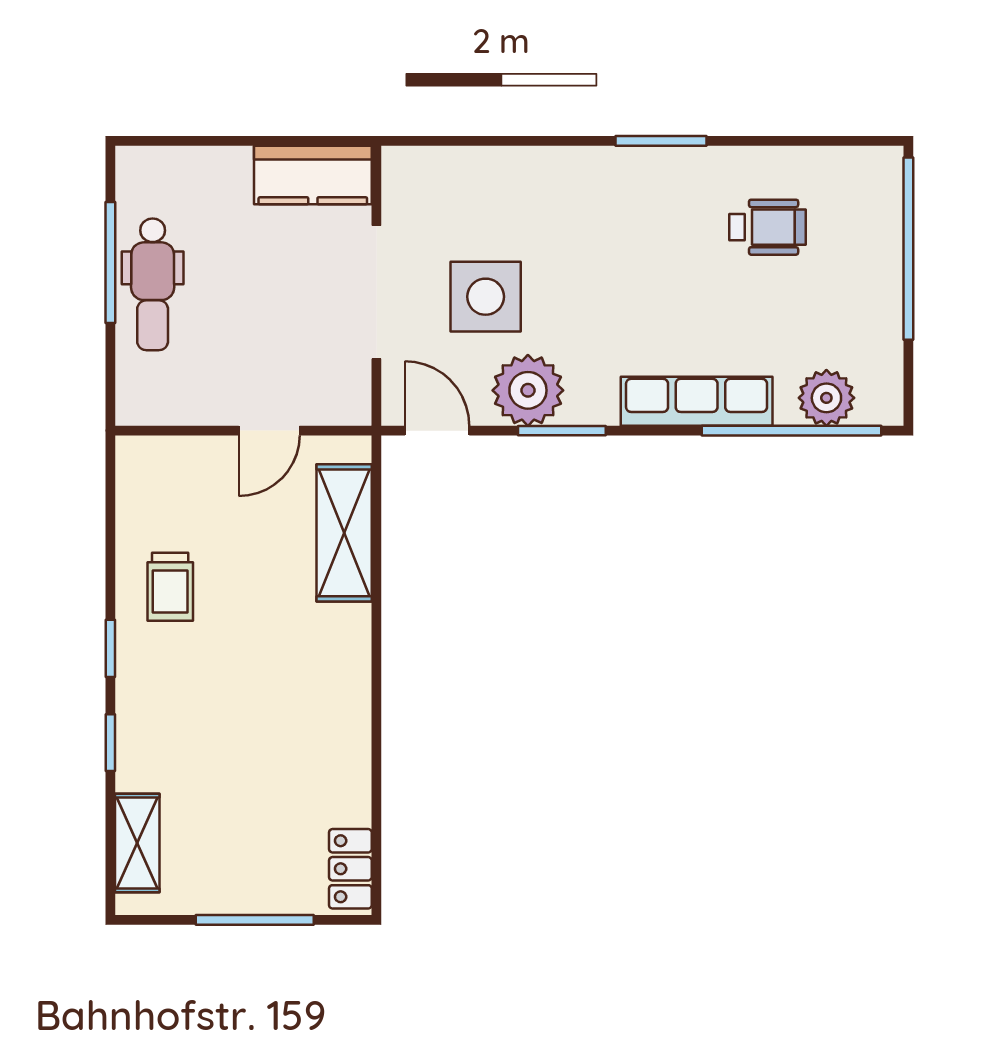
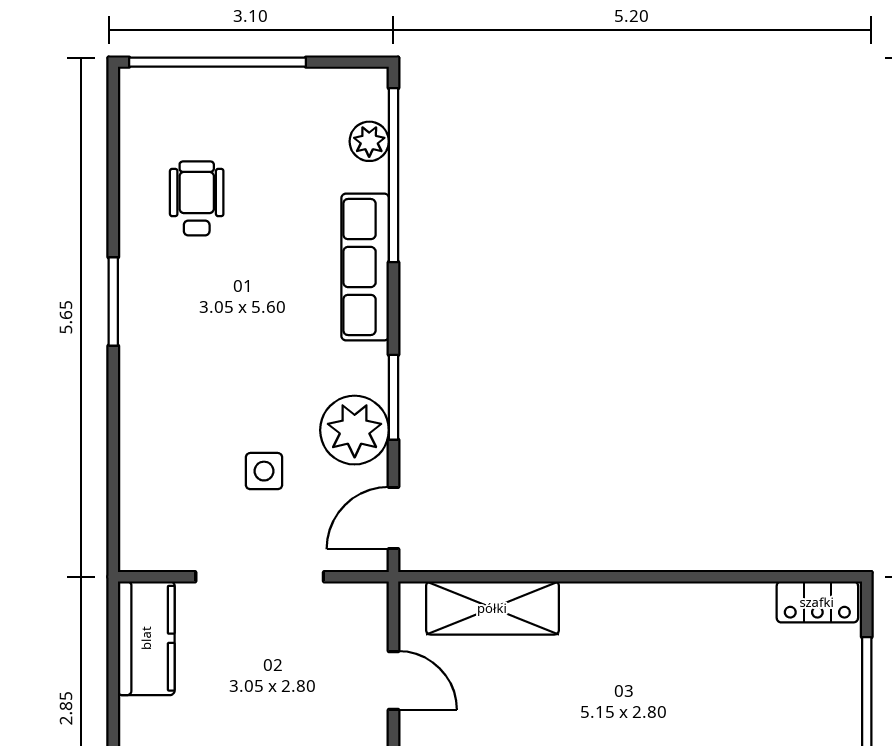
side table: (486, 297) -> (264, 471), width x0.54, depth x0.54
plant: (826, 398) -> (369, 141), width x0.73, depth x0.73

